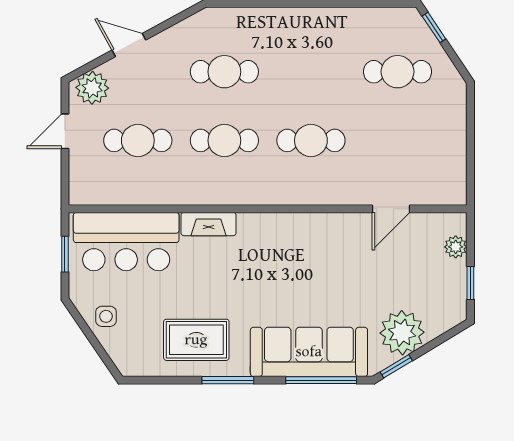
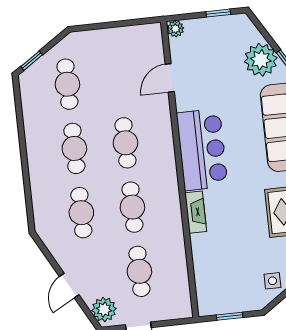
cafe table: (311, 72) -> (74, 148), added
door: (391, 209) -> (170, 78), swing flipped
bar counter: (126, 242) -> (202, 150), moved
plant: (456, 247) -> (175, 29), moved

